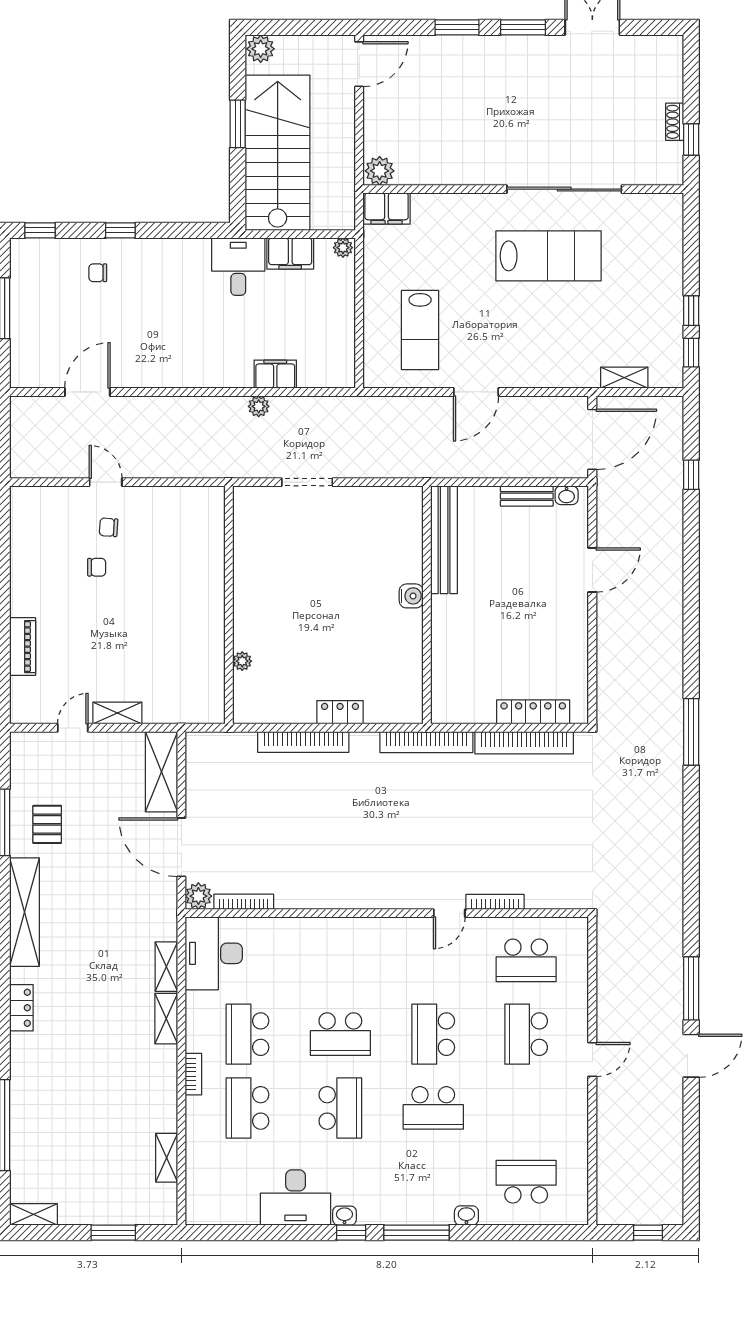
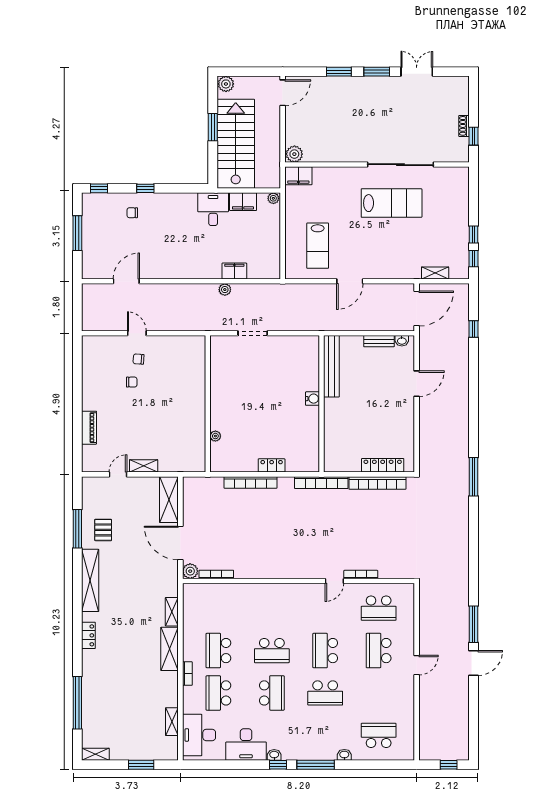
desk: (214, 953) -> (199, 735), moved
shelving: (166, 1019) -> (170, 649), width x1.50, depth x1.33

